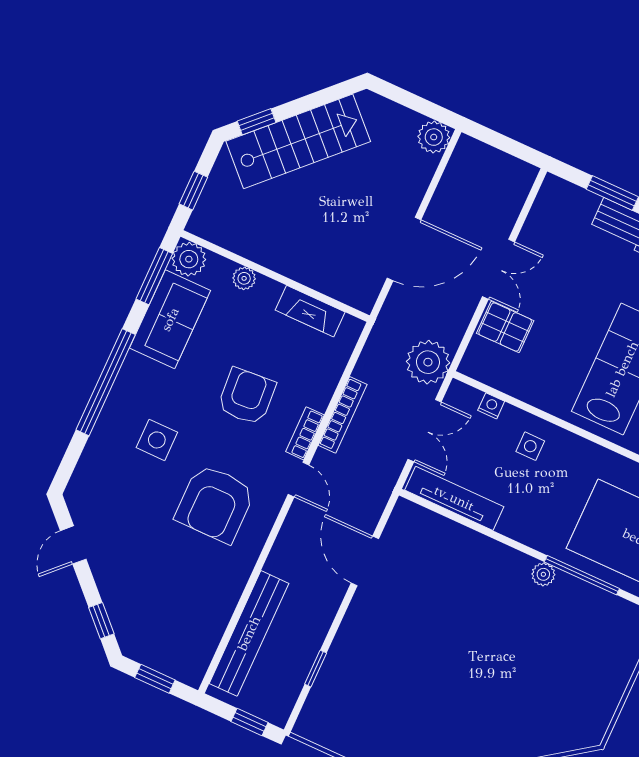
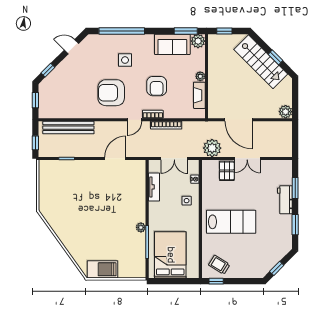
window: (257, 122) -> (276, 57), moved
plant: (244, 278) -> (200, 76), moved
plant: (428, 362) -> (212, 148), moved
window: (106, 382) -> (122, 31), moved
armchair: (247, 396) -> (157, 86), turned 94
tv unit: (454, 498) -> (154, 187), width x0.71
barbecue: (597, 702) -> (103, 269), added

